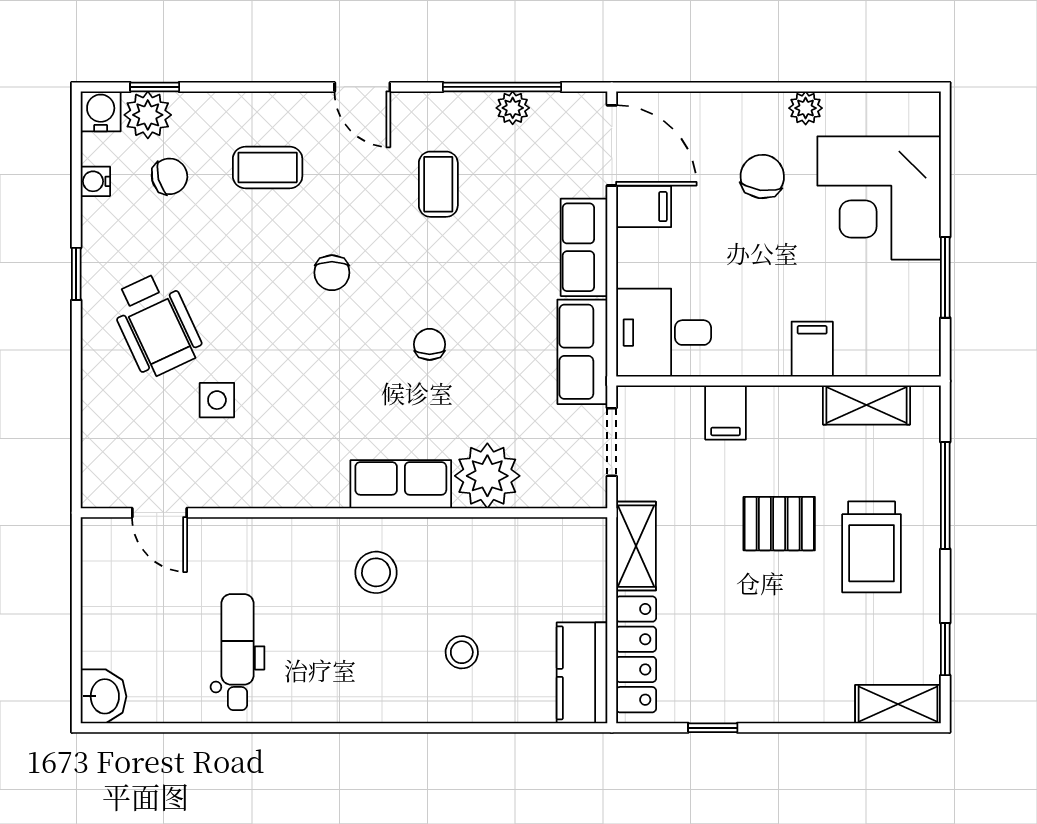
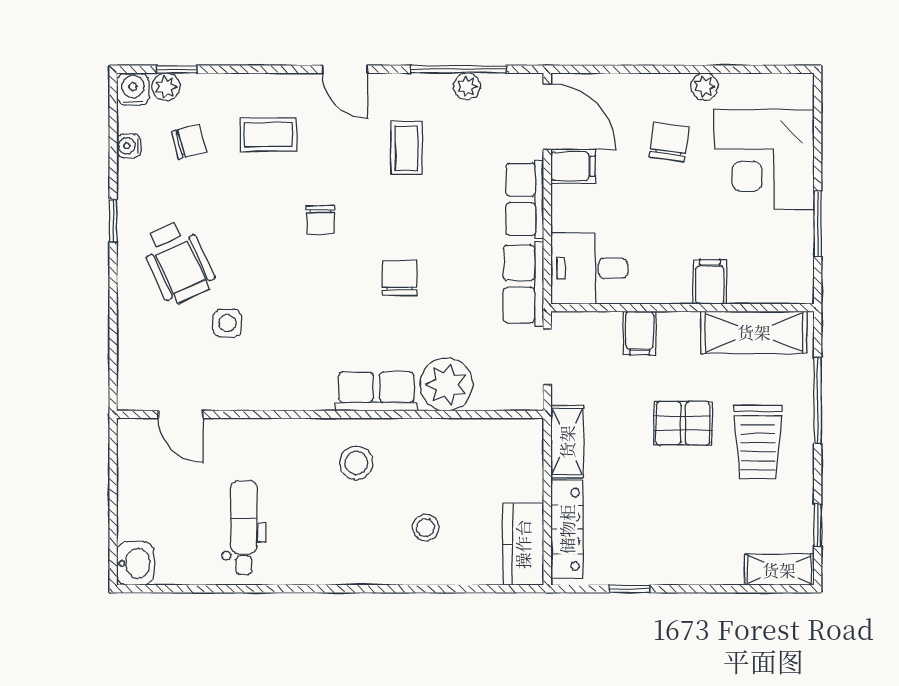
plant: (148, 115) -> (166, 87), width x0.73, depth x0.73
chair: (430, 344) -> (400, 278), width x1.37, depth x1.37
shelving: (867, 405) -> (754, 332), width x1.50, depth x1.33

